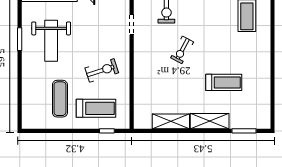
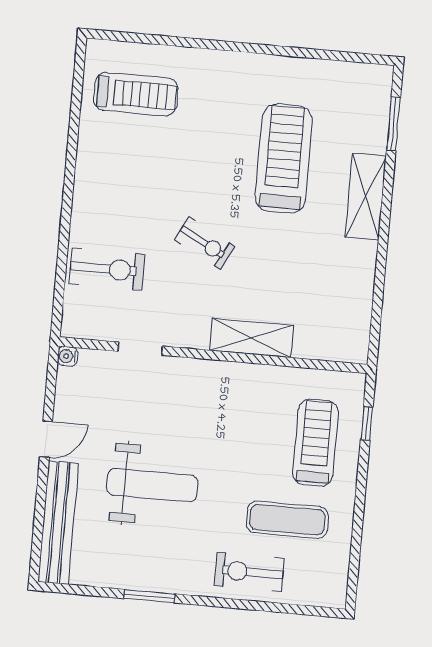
weight bench: (51, 41) -> (152, 485), moved
exercise bike: (102, 70) -> (249, 572), moved, turned -72
treadmill: (224, 82) -> (284, 159), width x1.37, depth x1.38
shelving: (171, 121) -> (251, 338), moved, turned 90

